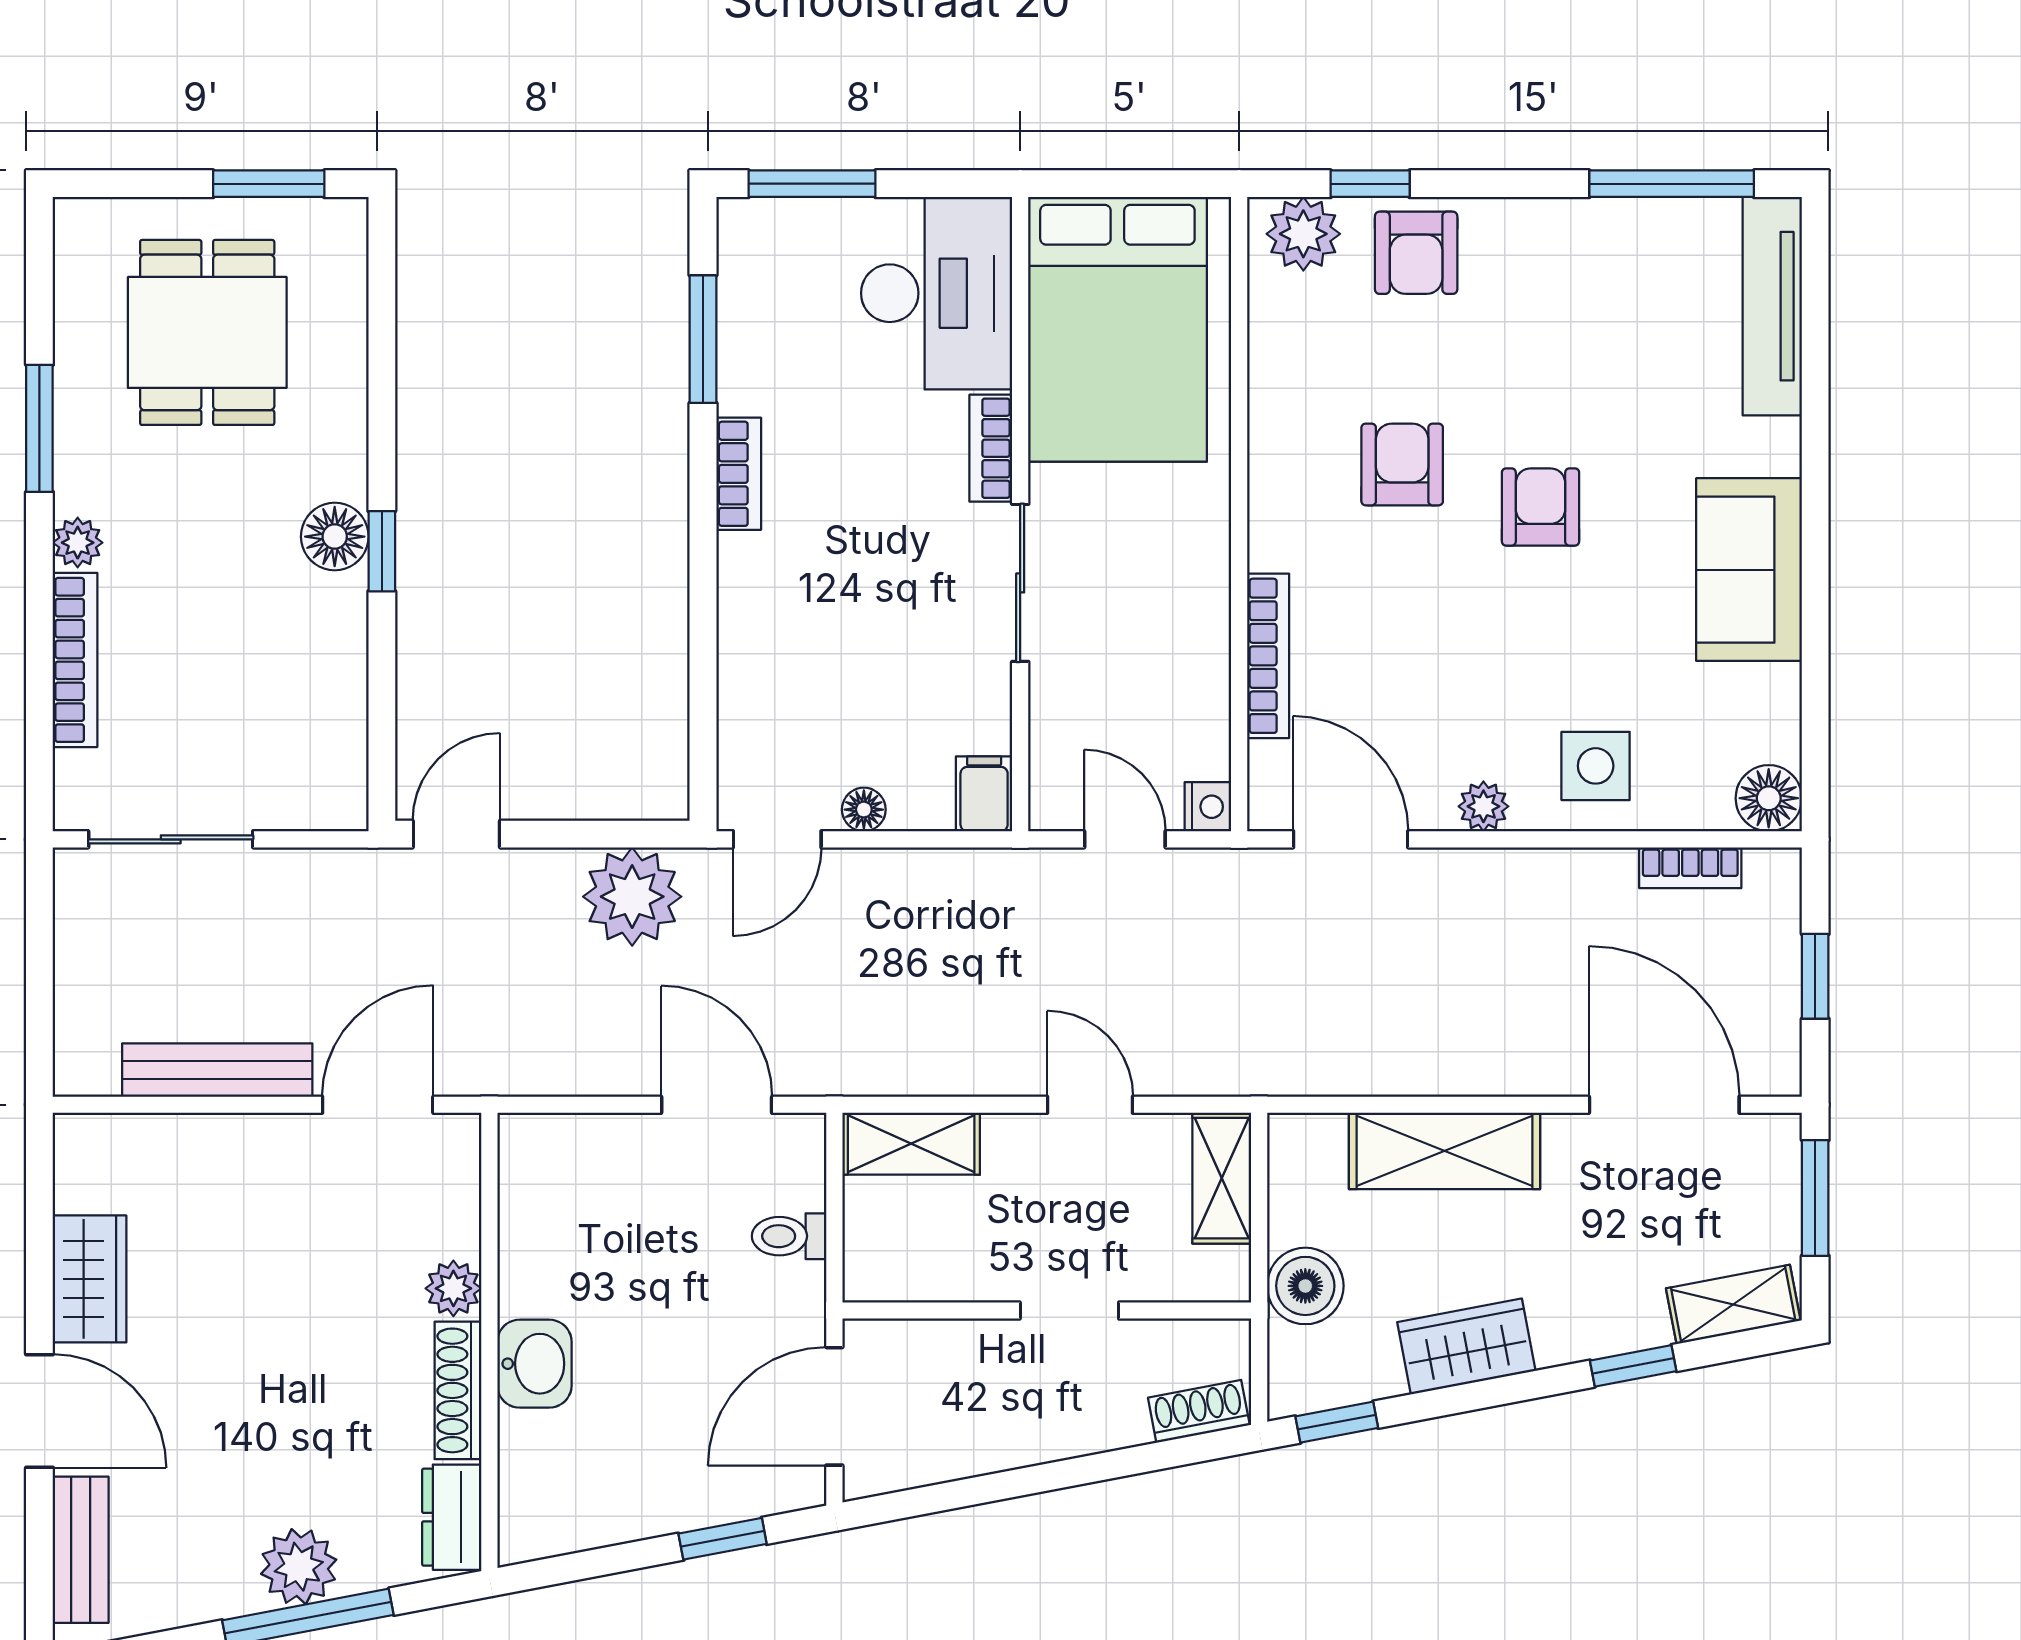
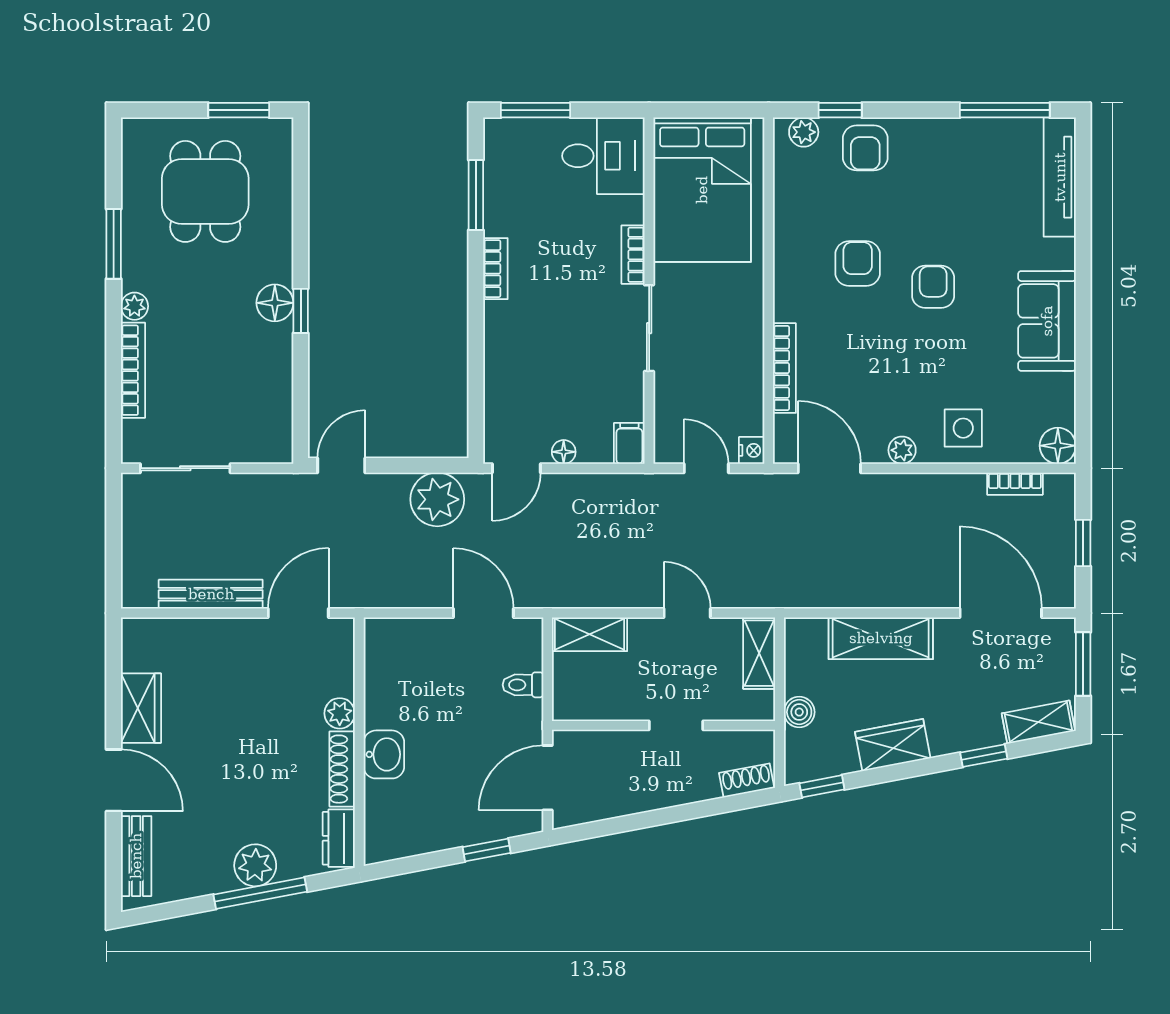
plant: (1303, 234) -> (804, 132), width x0.73, depth x0.73
desk: (937, 293) -> (603, 156), width x0.73
boiler: (1305, 1286) -> (799, 712), width x0.73, depth x0.73

